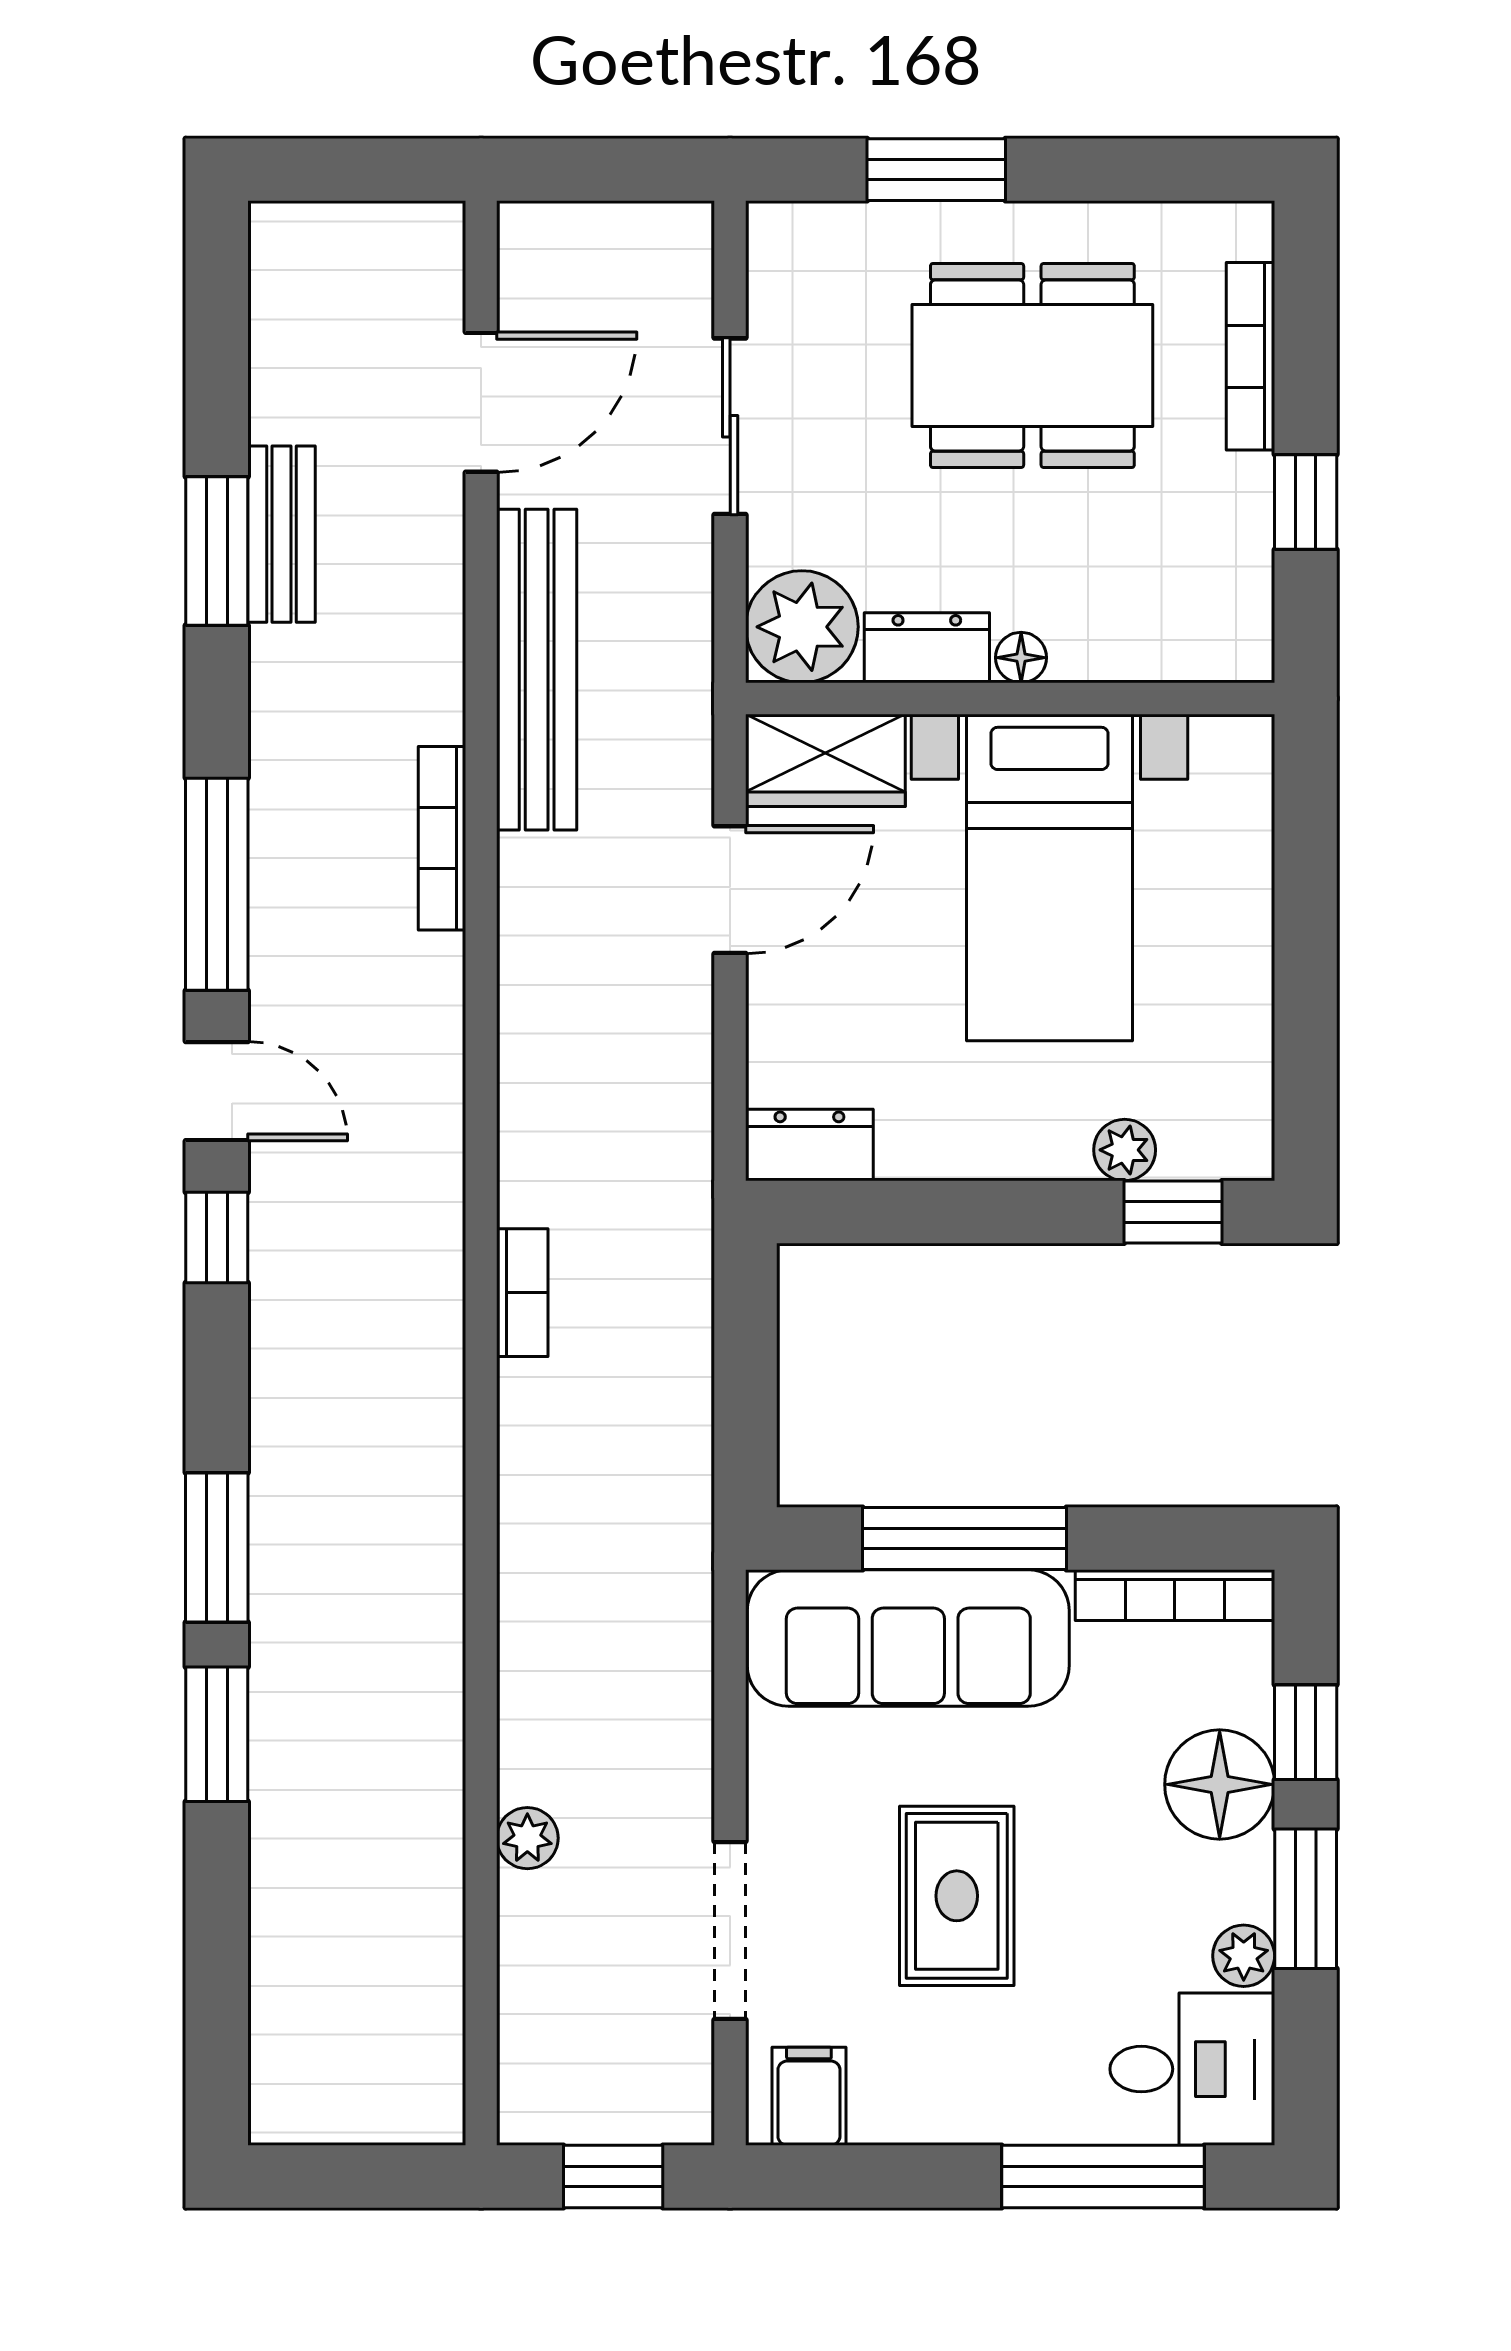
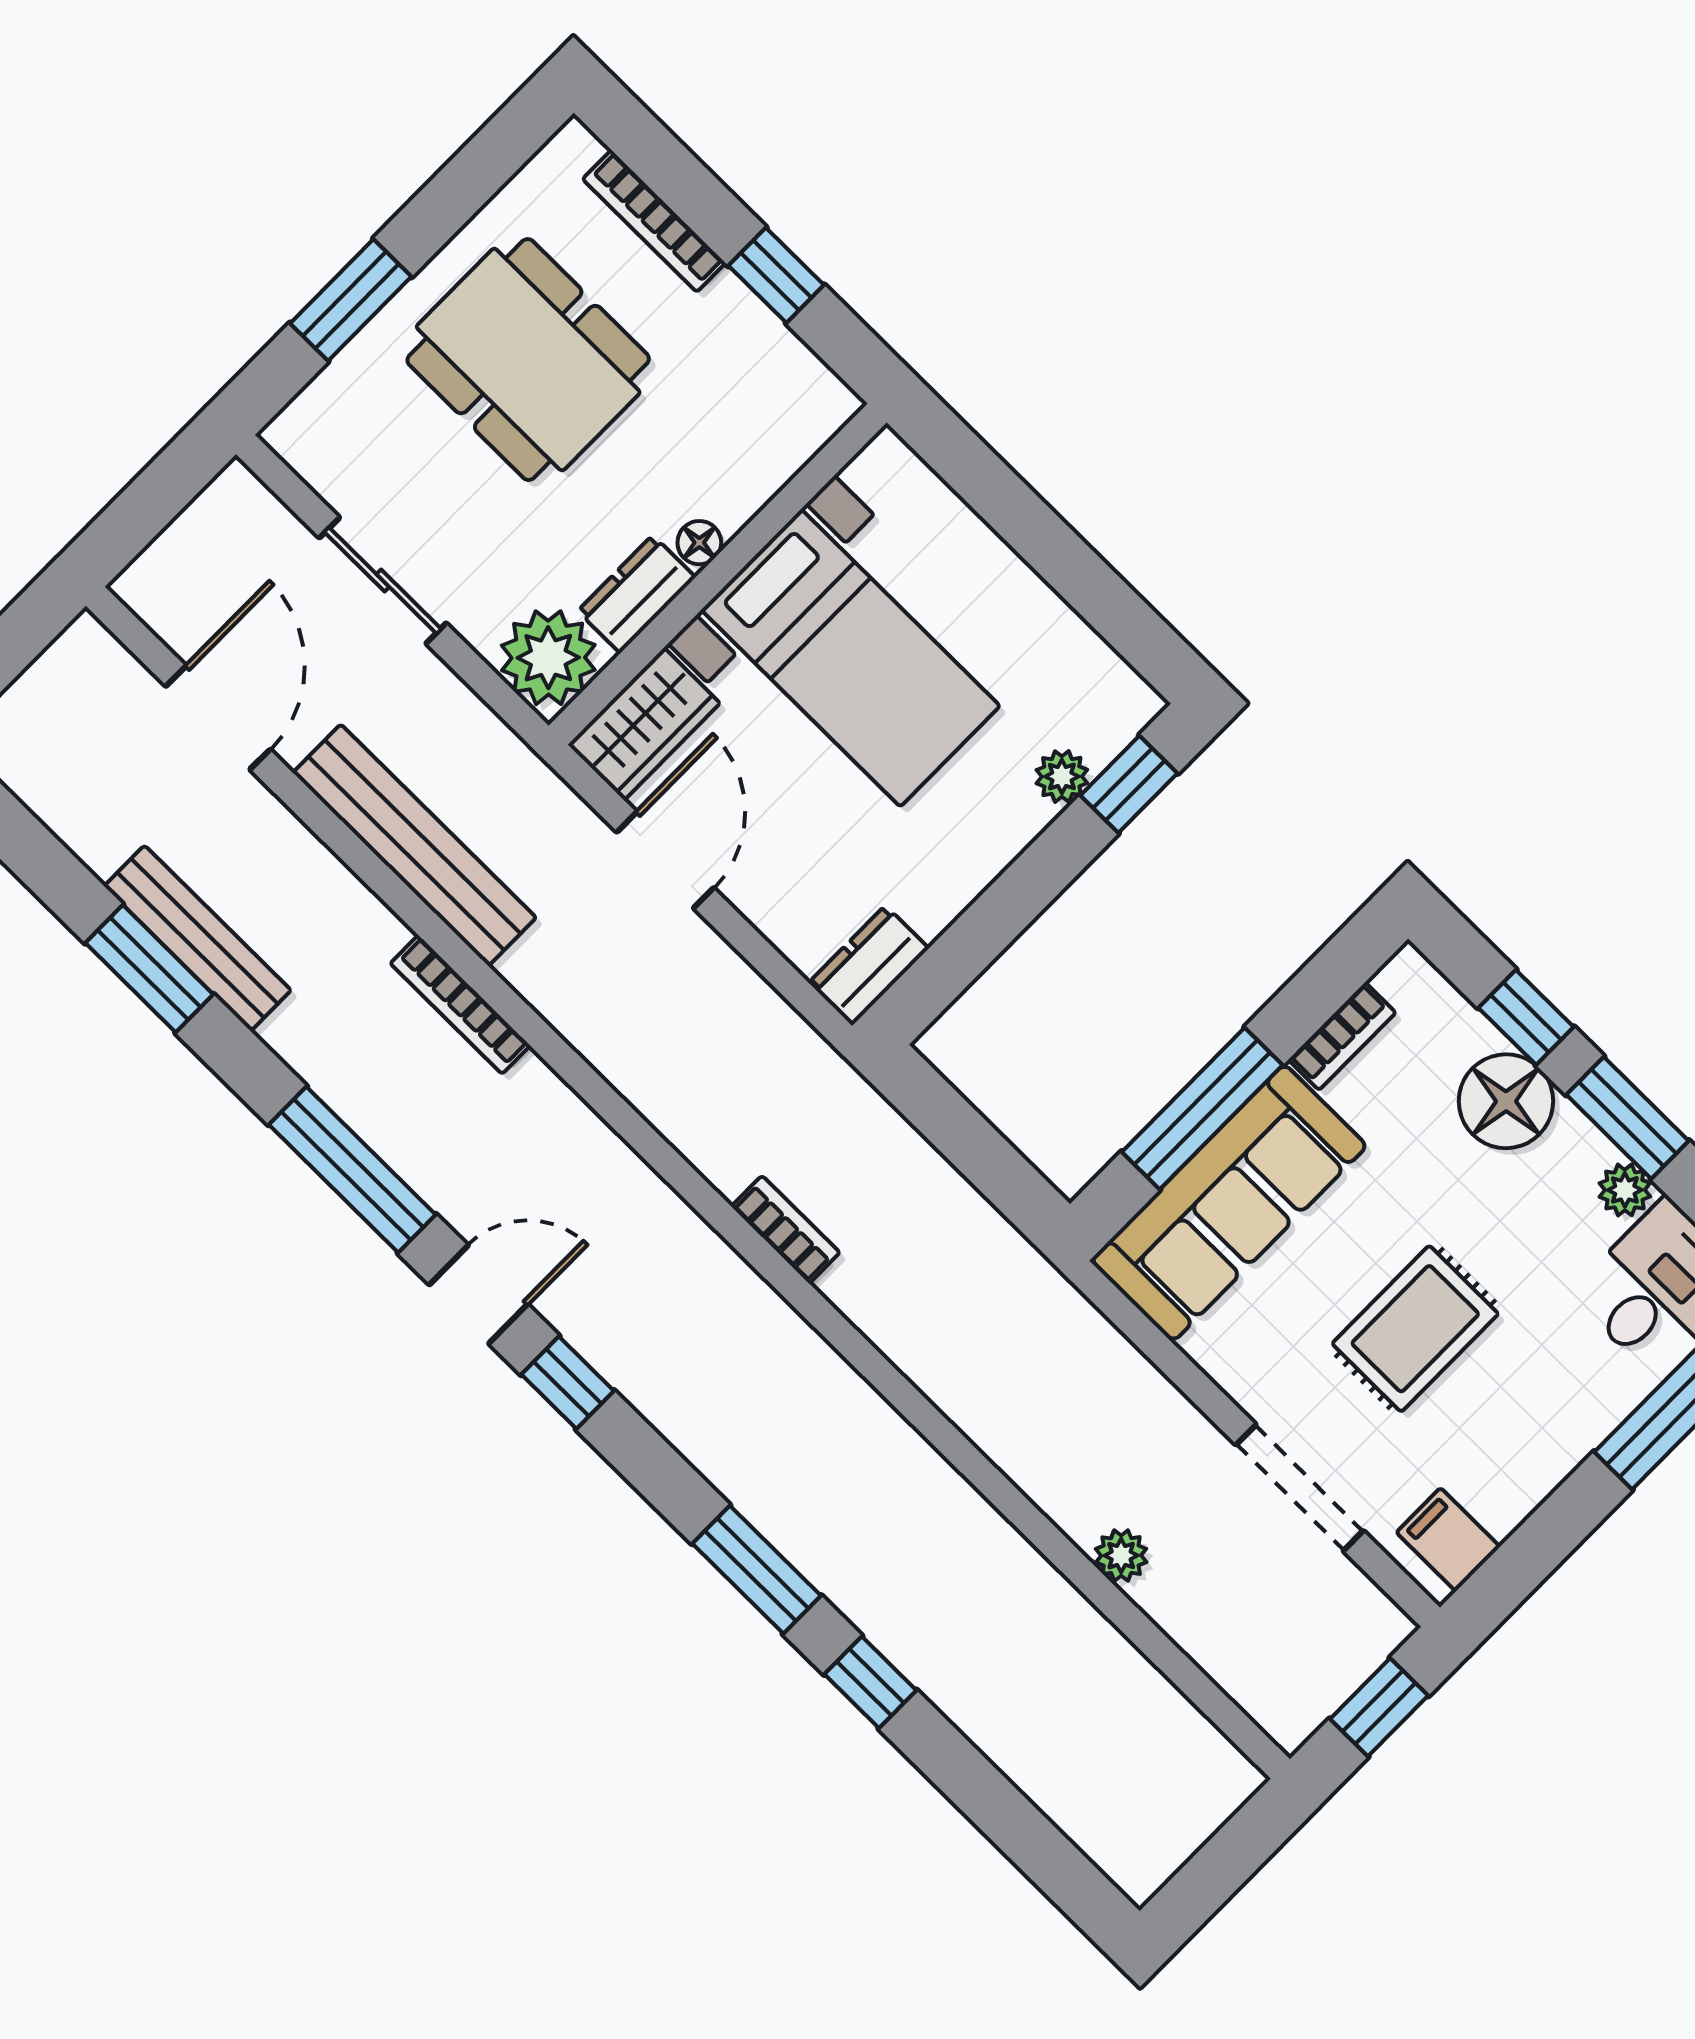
dining table: (1032, 365) -> (528, 360), turned 90
bench: (281, 534) -> (198, 938), width x1.36
bookcase: (1175, 1595) -> (1342, 1036), width x0.64
window: (217, 1734) -> (870, 1682), width x0.67
rug: (957, 1896) -> (1415, 1329), turned 90

